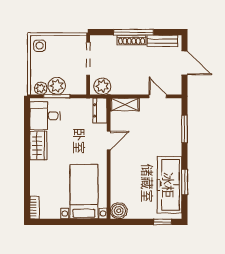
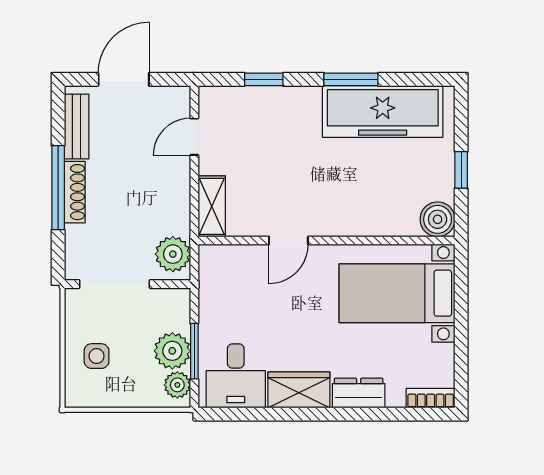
side table: (40, 46) -> (97, 356), moved
dresser: (100, 110) -> (359, 393), moved, turned 180
window: (185, 129) -> (264, 79), width x0.67
door: (109, 141) -> (288, 240), swing flipped
window: (185, 182) -> (351, 79), moved
window: (163, 222) -> (461, 170), moved

